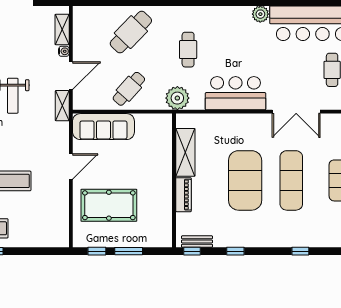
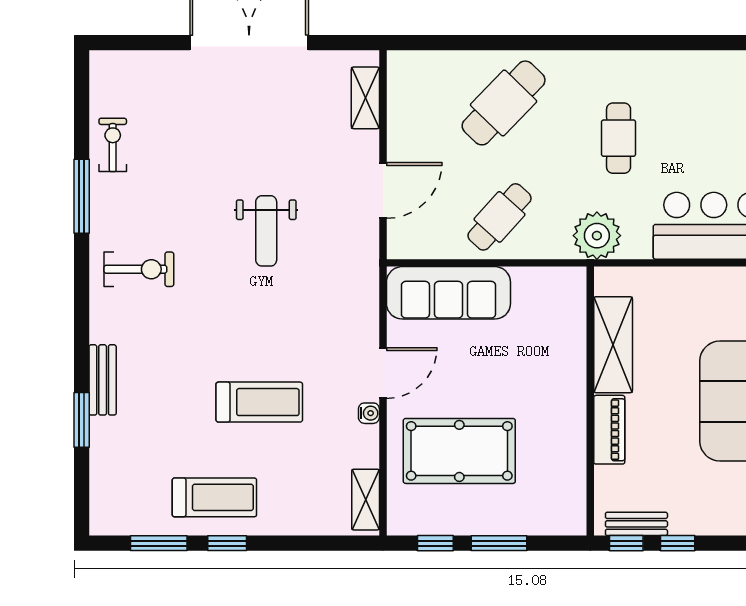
water cooler: (64, 51) -> (369, 413), moved
shelving: (62, 106) -> (366, 500), moved
window: (235, 251) -> (678, 543), moved

